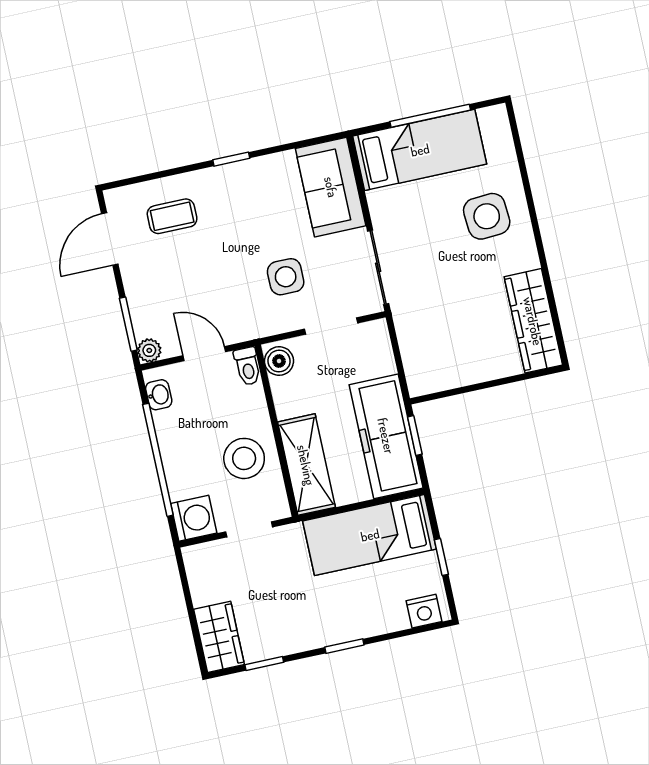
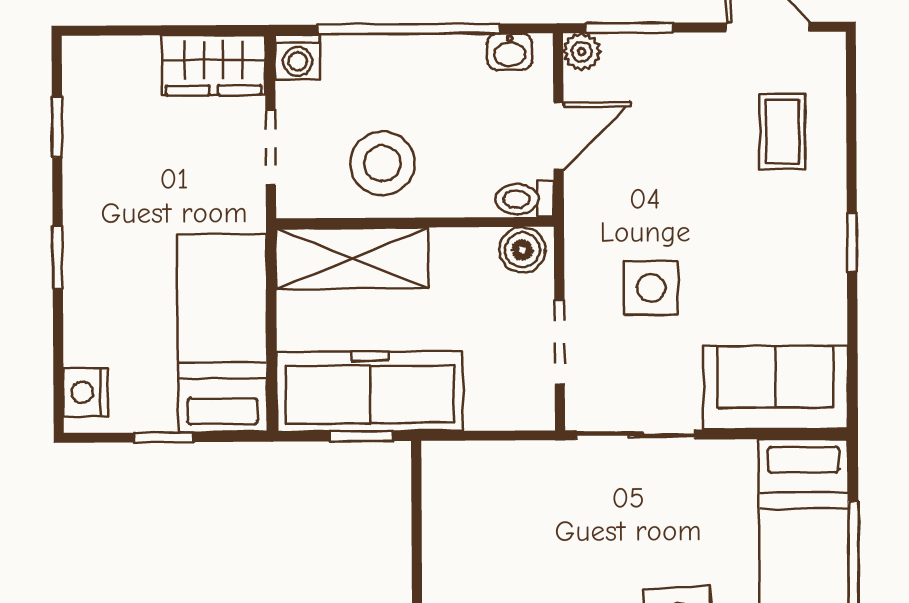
washing machine: (194, 518) -> (298, 57), width x0.73, depth x0.73
wardrobe: (219, 637) -> (214, 65), moved

